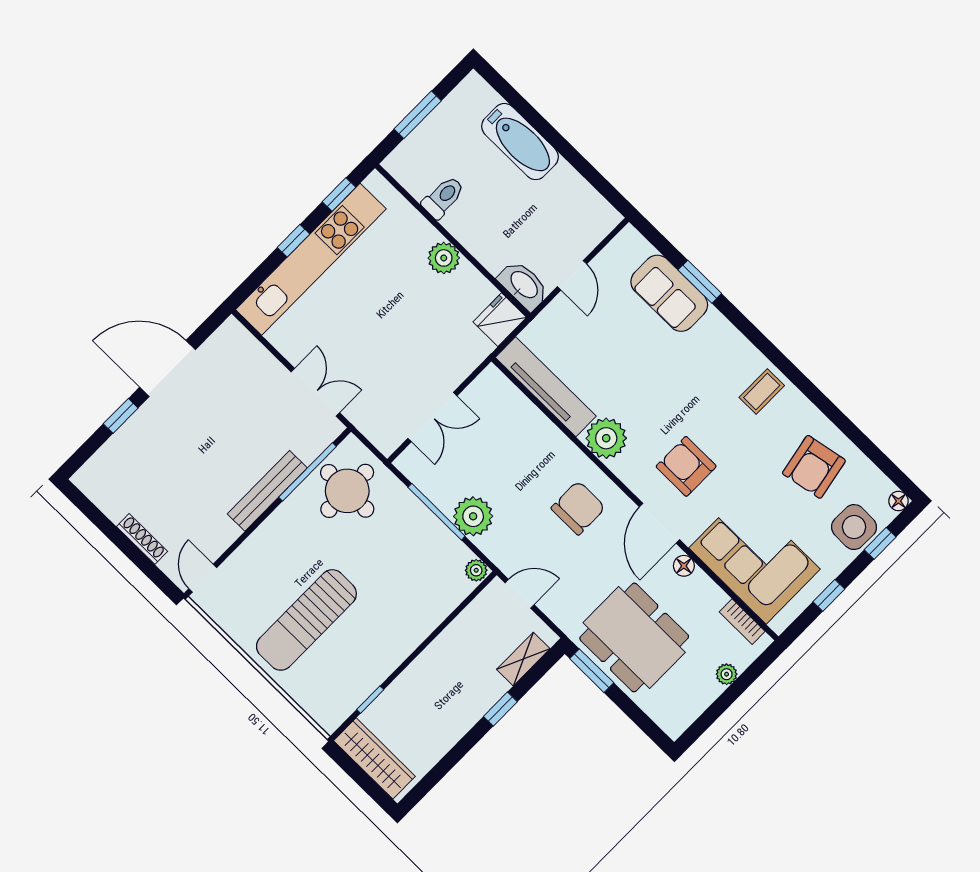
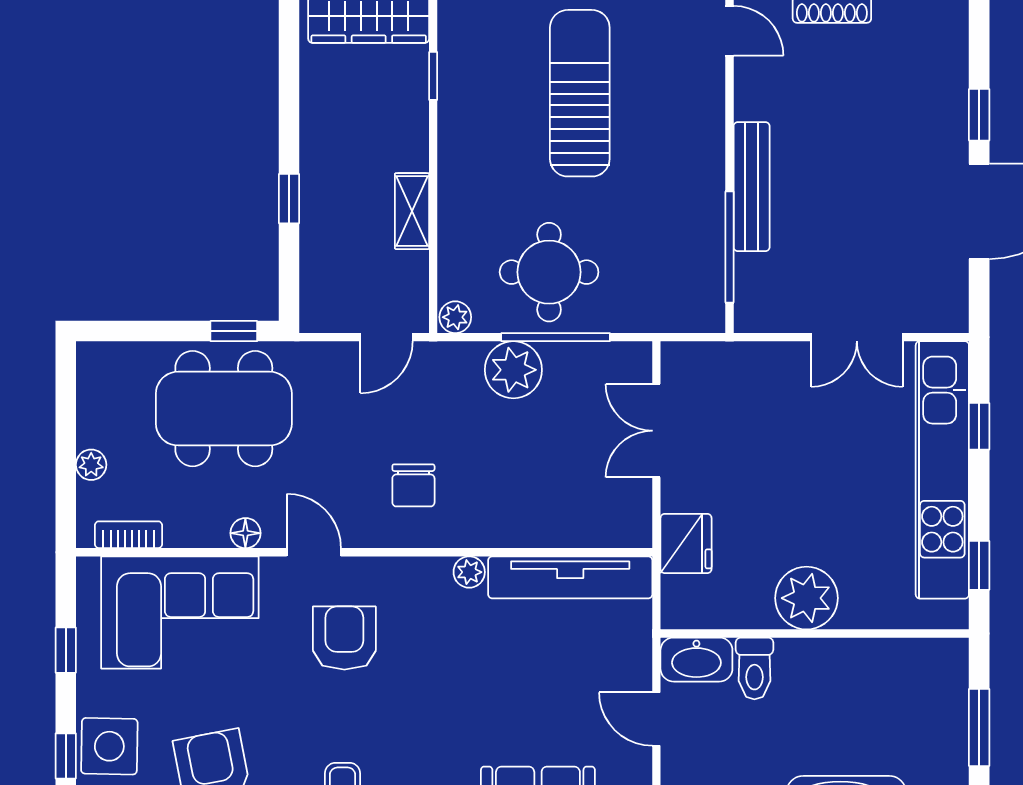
toilet: (443, 197) -> (754, 668), moved
window: (294, 241) -> (979, 426), moved
plant: (444, 258) -> (807, 598), width x1.36, depth x1.36
fridge: (500, 320) -> (686, 543), moved
double door: (315, 392) -> (857, 337), moved
plant: (606, 438) -> (469, 572), width x0.53, depth x0.53
armchair: (686, 466) -> (344, 638), turned -90
round table: (347, 491) -> (549, 272), moved
chair: (578, 508) -> (413, 485), width x0.73, depth x0.73
door: (660, 523) -> (314, 552), width x0.73
shelving: (523, 659) -> (412, 211), moved
window: (592, 671) -> (234, 331), width x0.67

